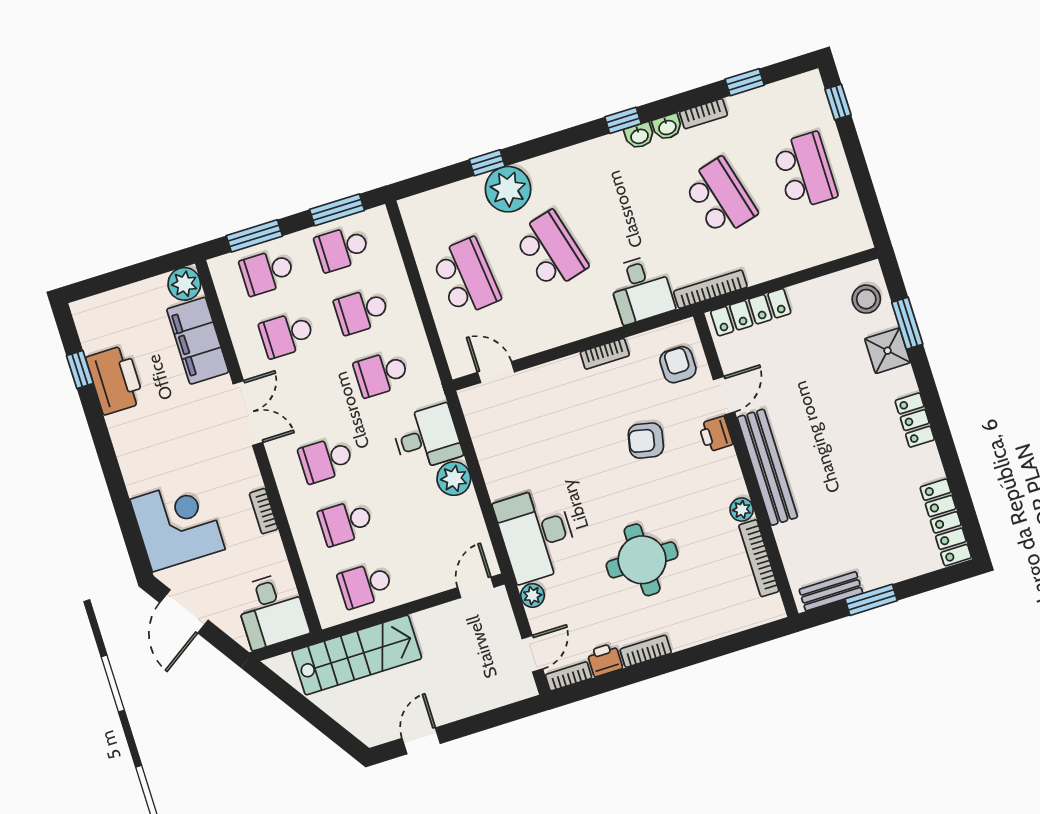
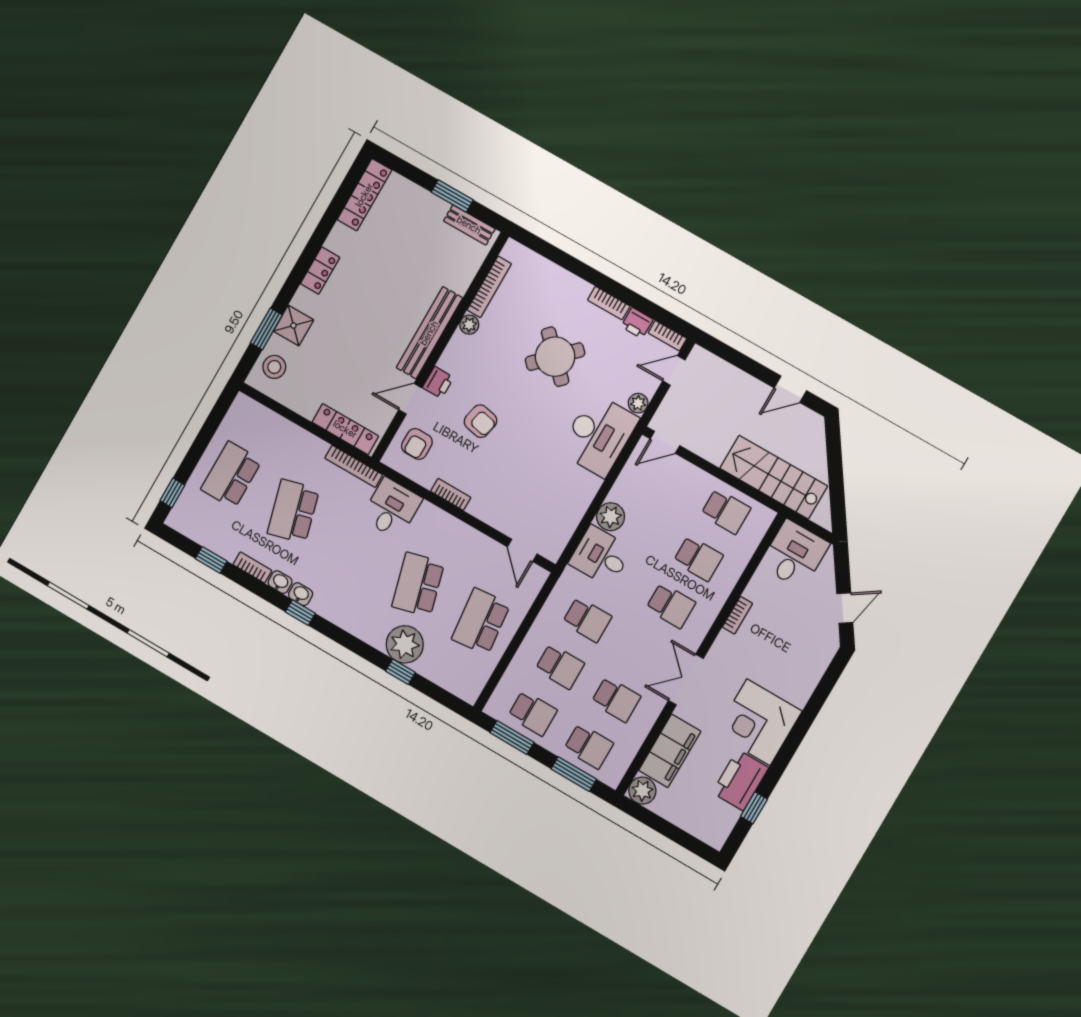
corner desk: (178, 524) -> (758, 722), moved
round table: (642, 560) -> (555, 357), turned 45
door: (184, 611) -> (845, 608), width x0.73

